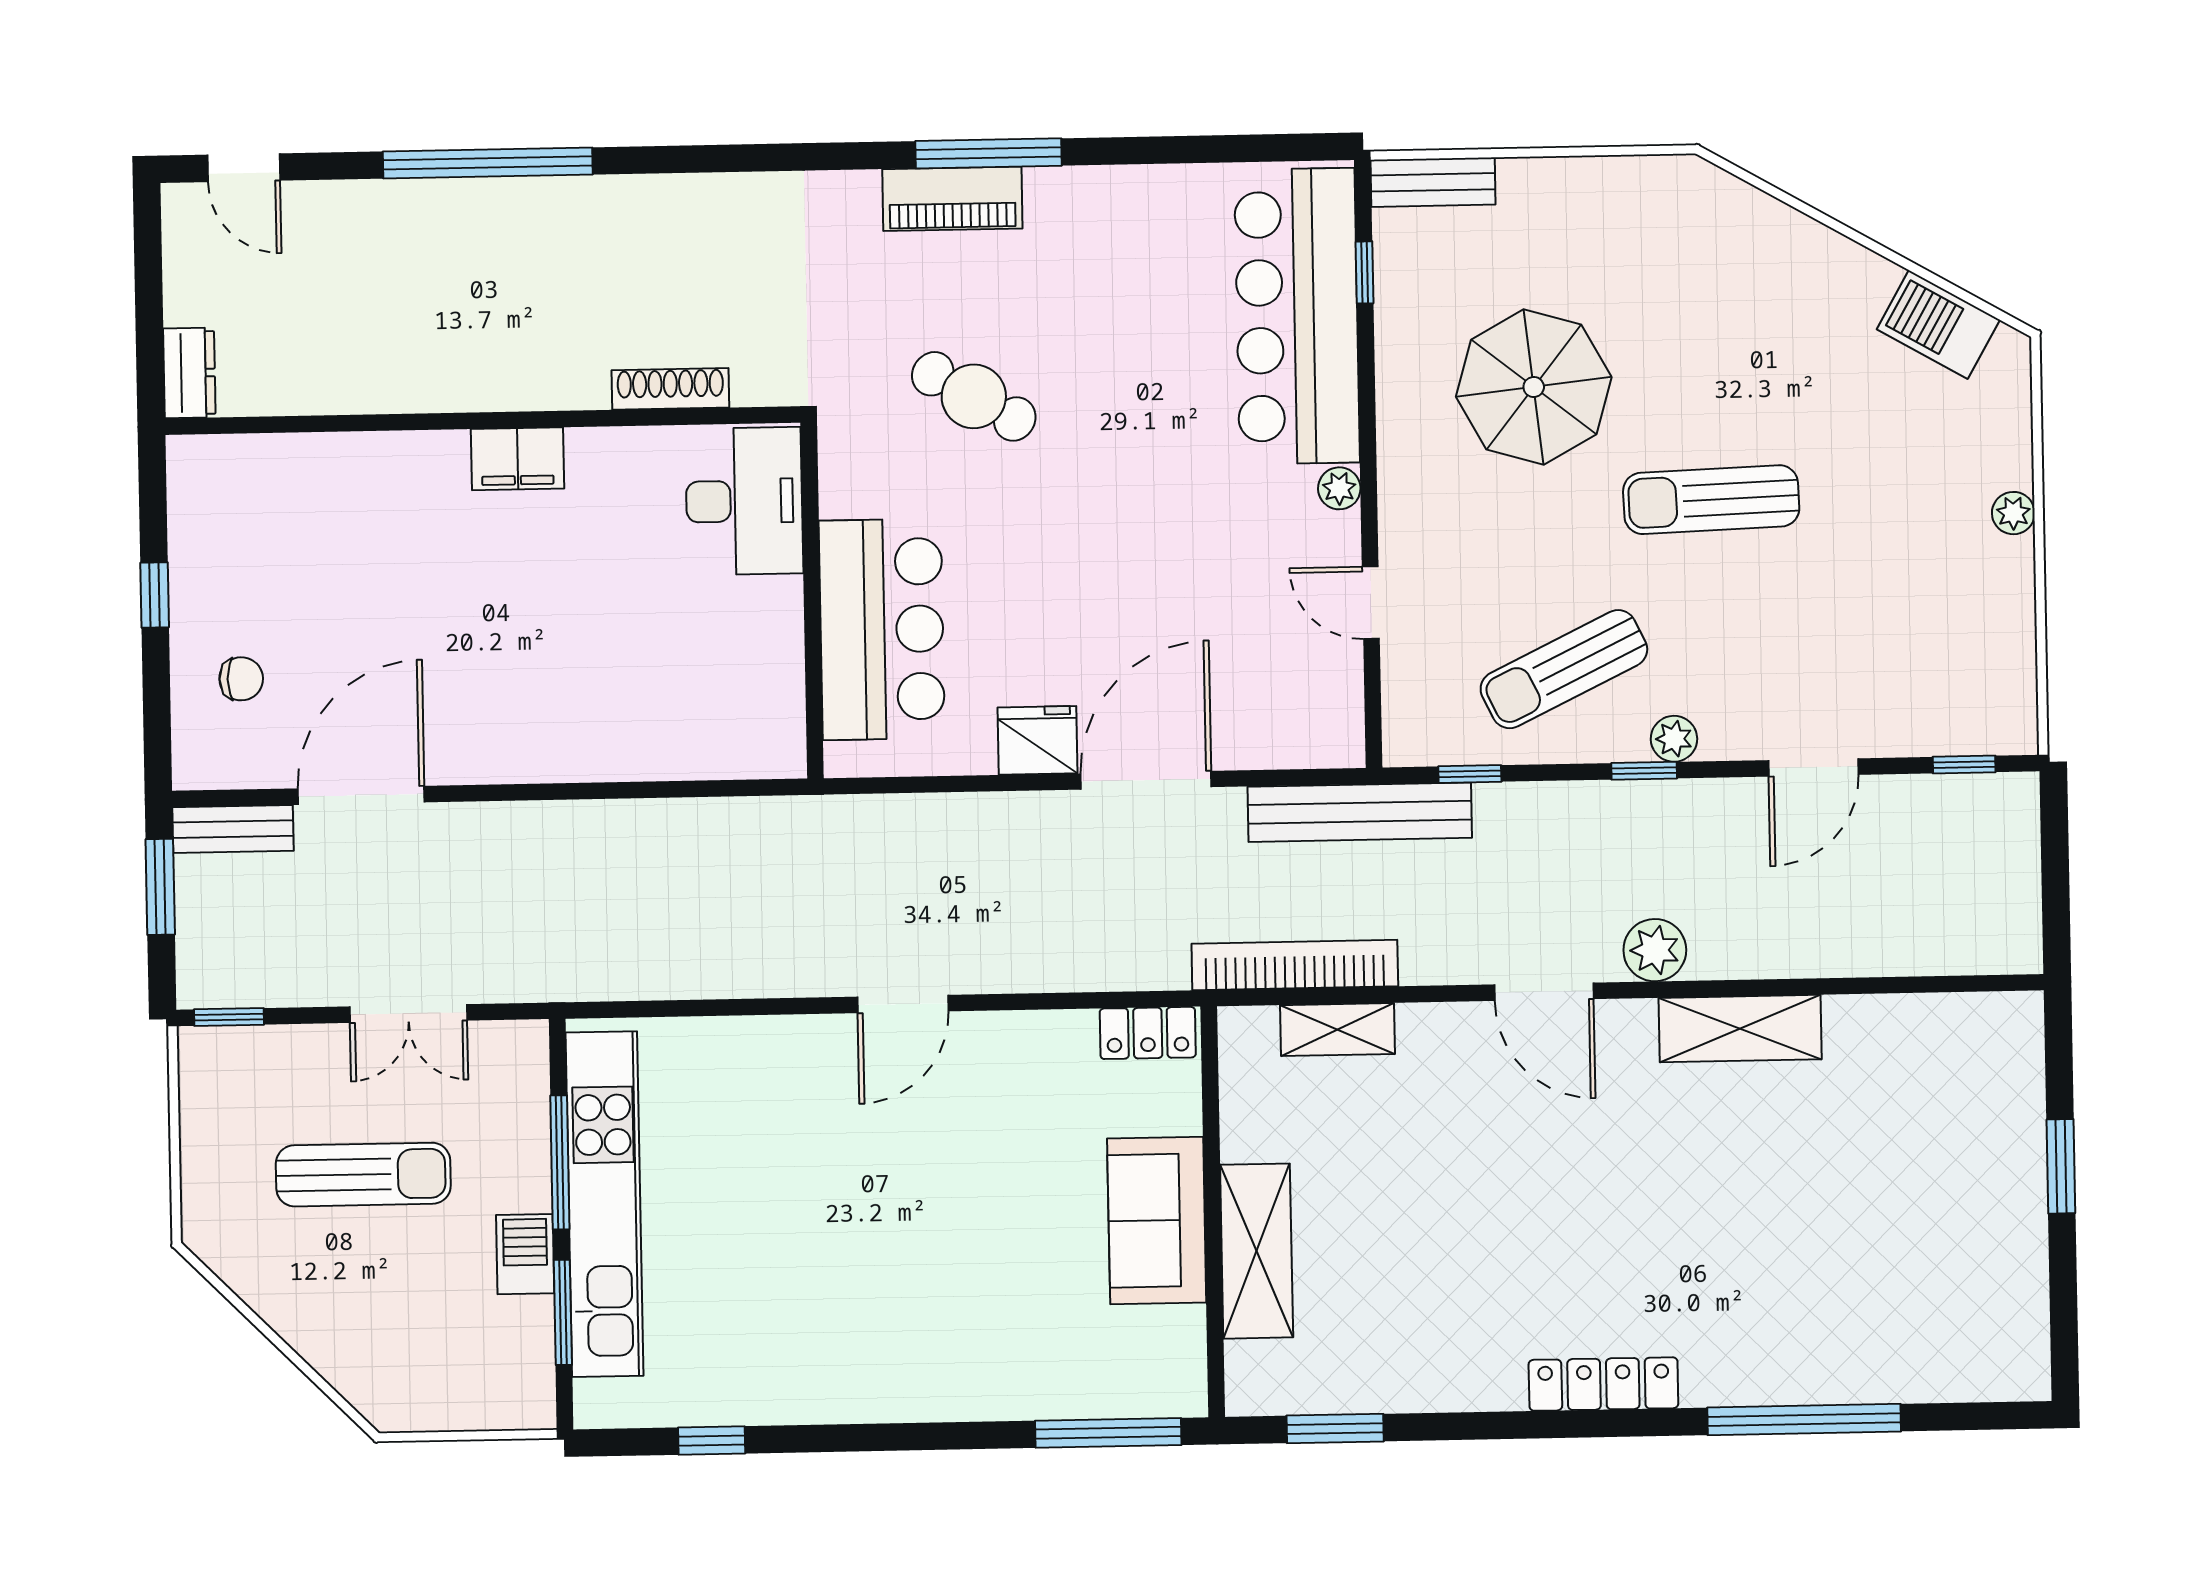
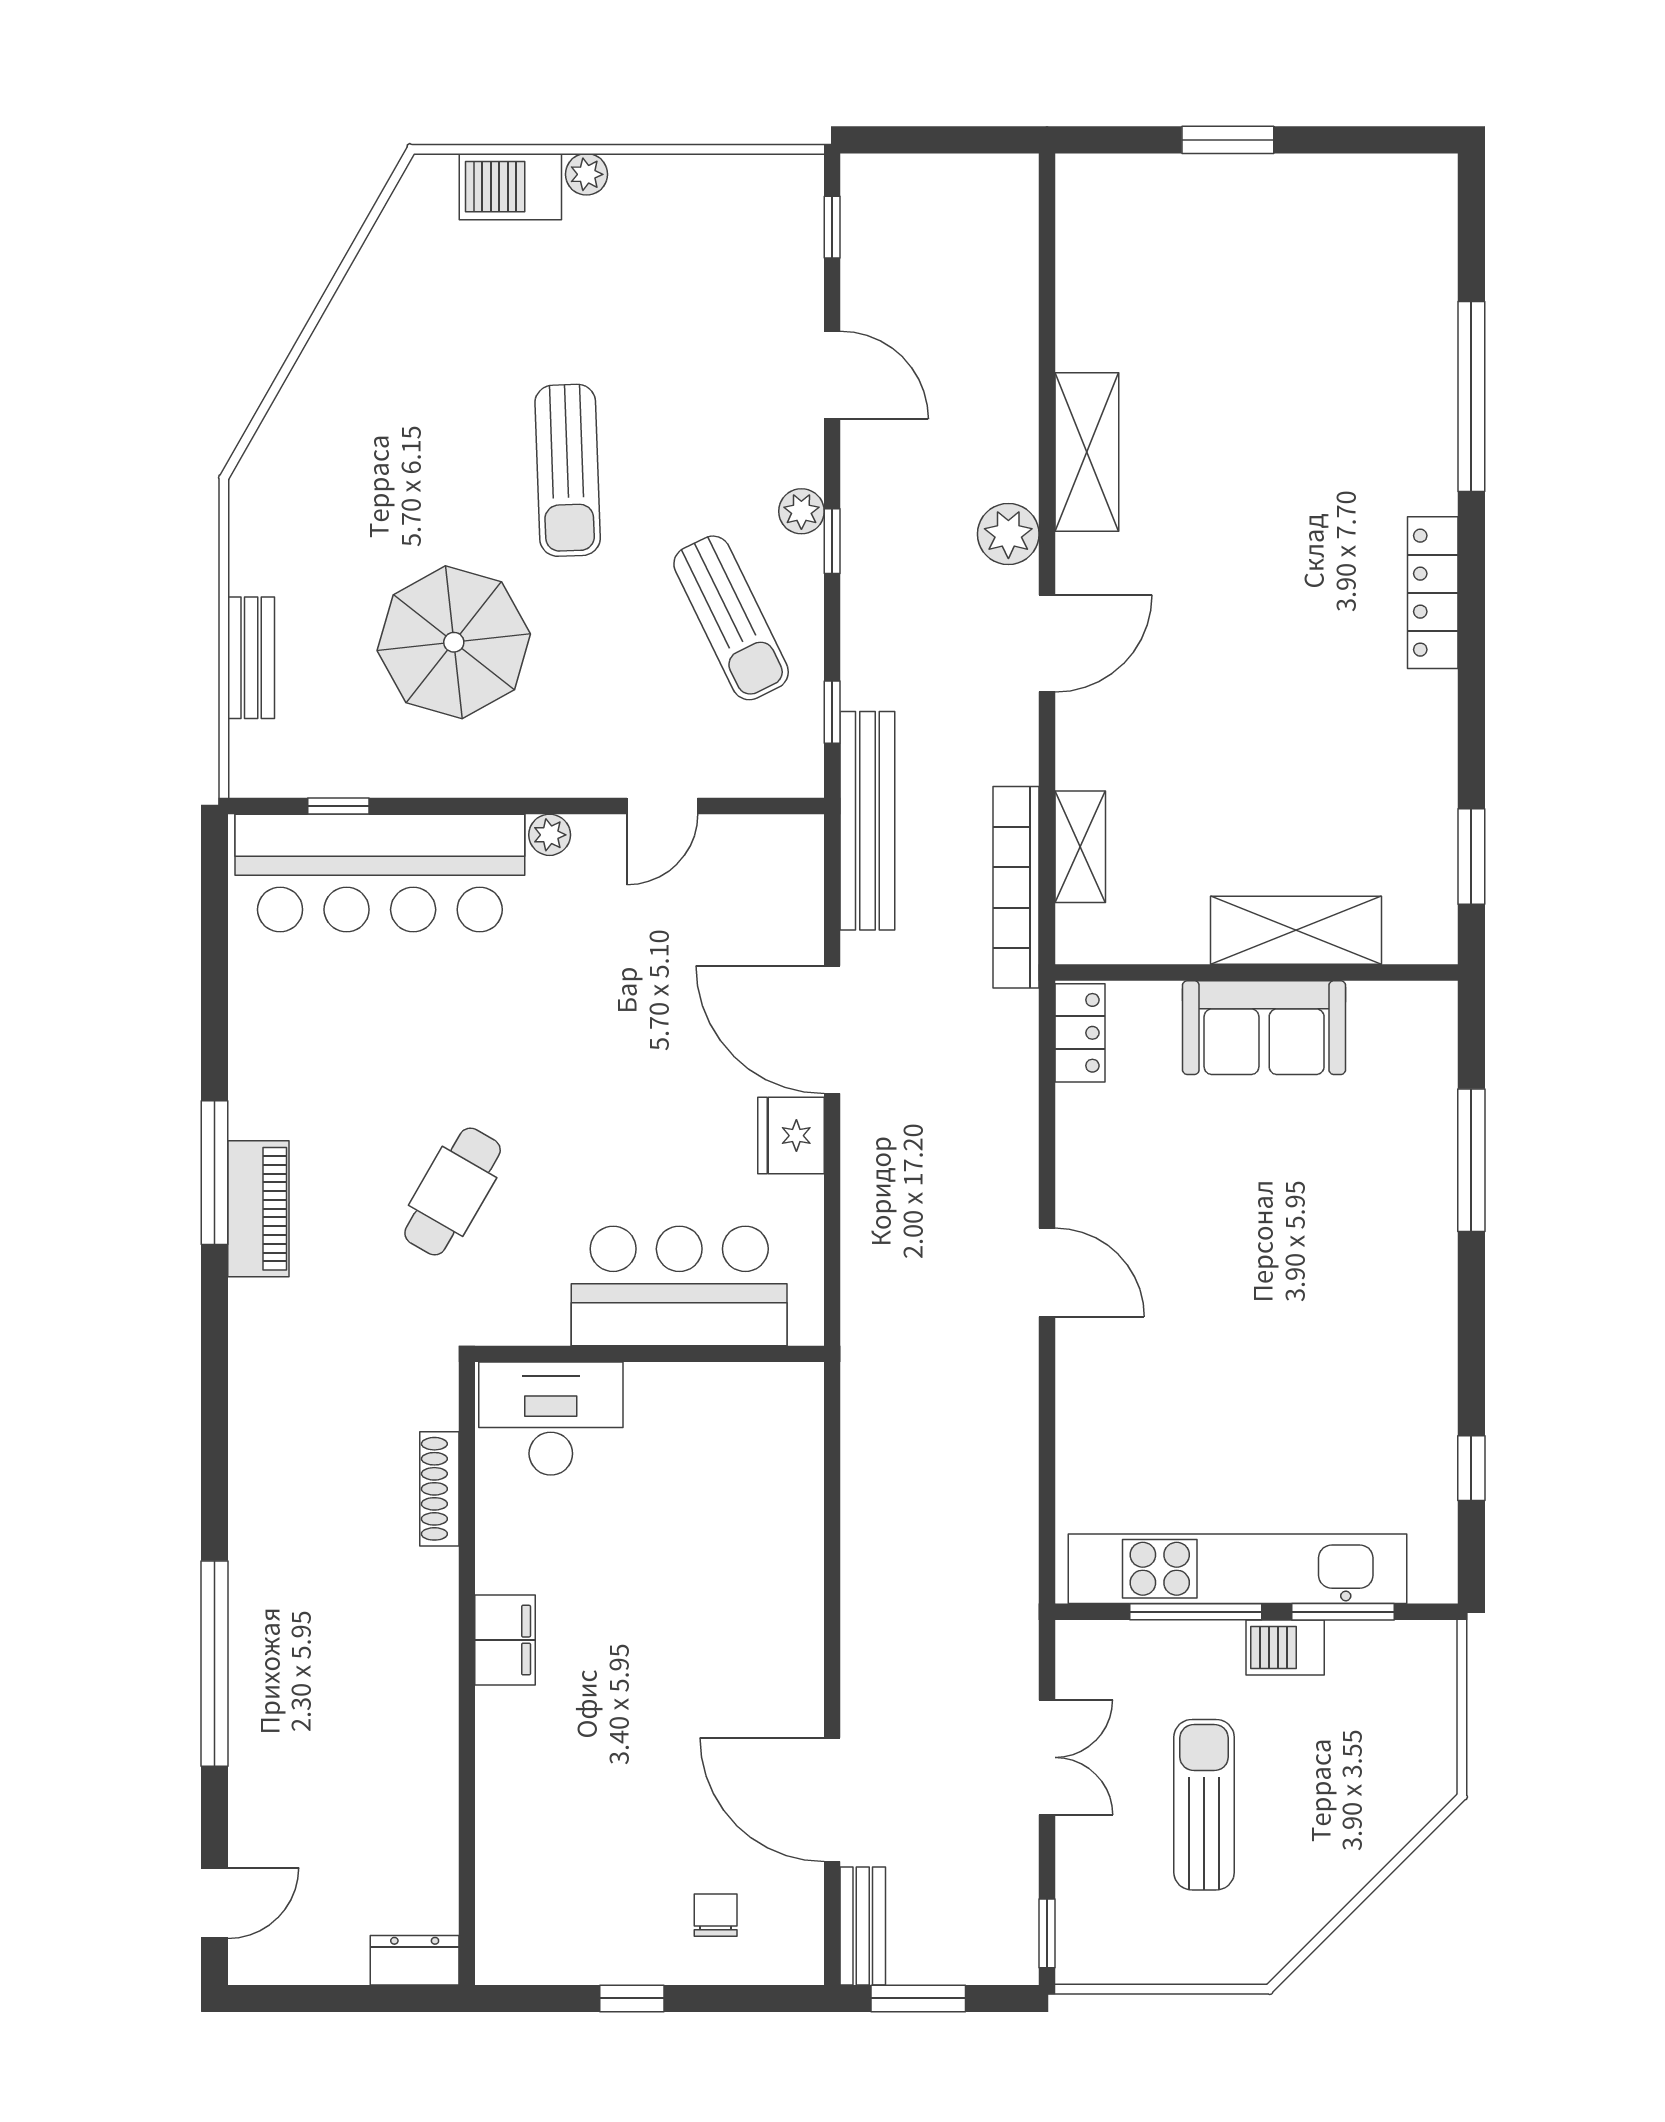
bench: (1433, 182) -> (251, 658), moved
barbecue: (1938, 325) -> (510, 187), moved, turned 60
window: (1108, 1433) -> (1471, 1160), moved

